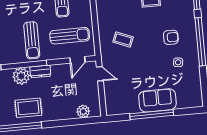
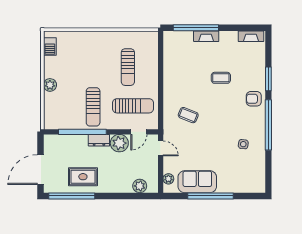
armchair: (171, 37) -> (254, 99), moved, turned 180
plant: (21, 76) -> (119, 143), moved
sofa: (157, 100) -> (197, 182), moved
plant: (110, 102) -> (168, 179), added

